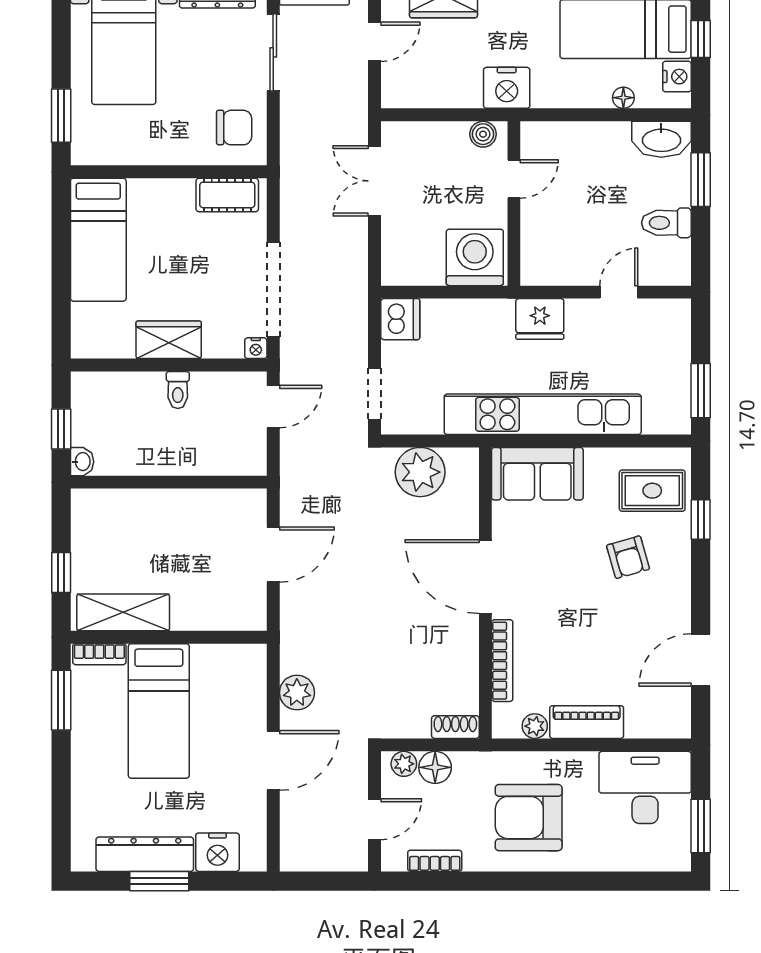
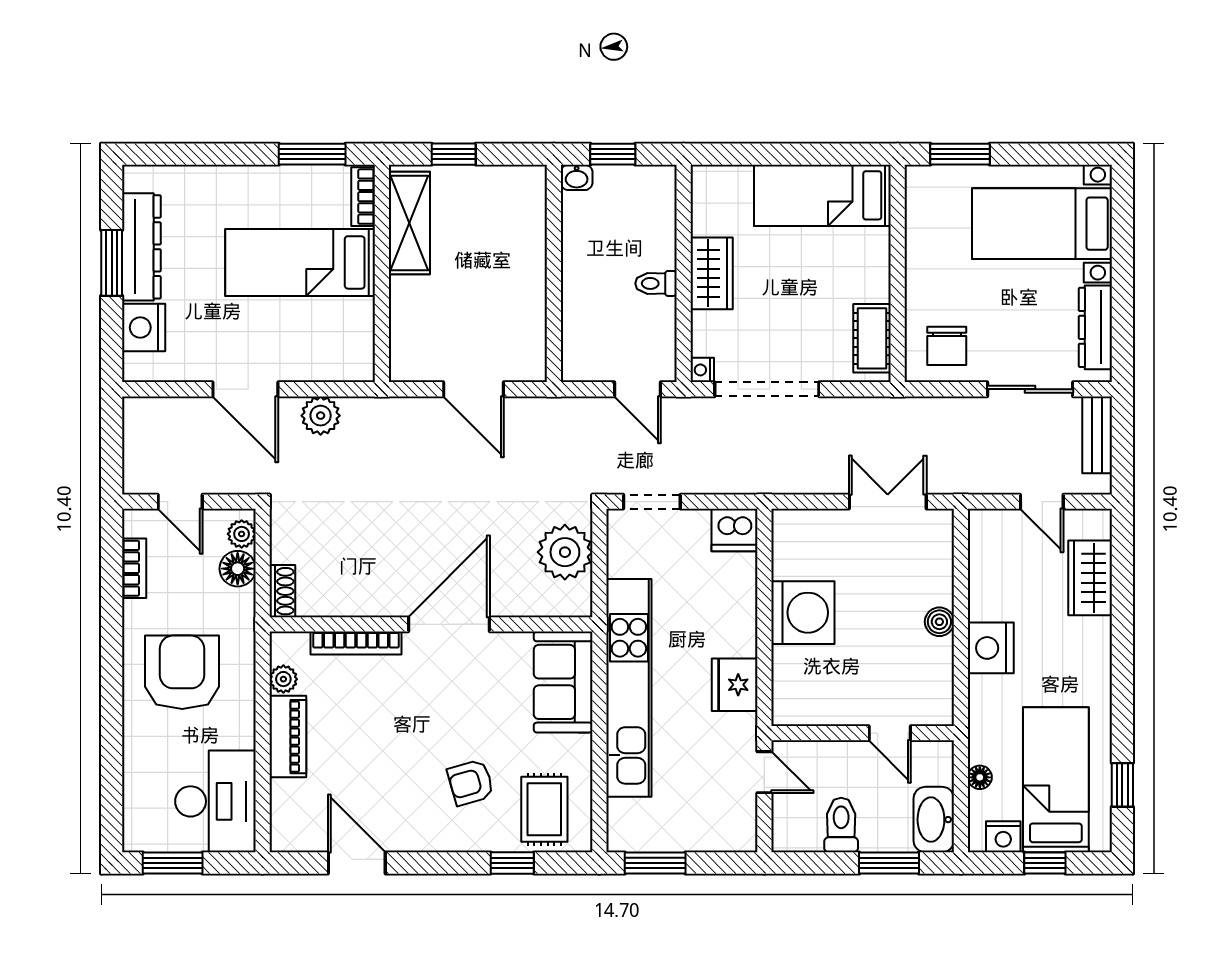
door: (514, 179) -> (890, 733), moved
wall: (514, 203) -> (863, 733), moved

